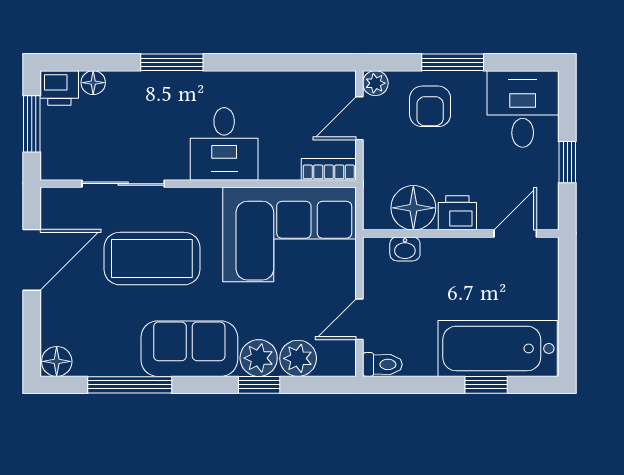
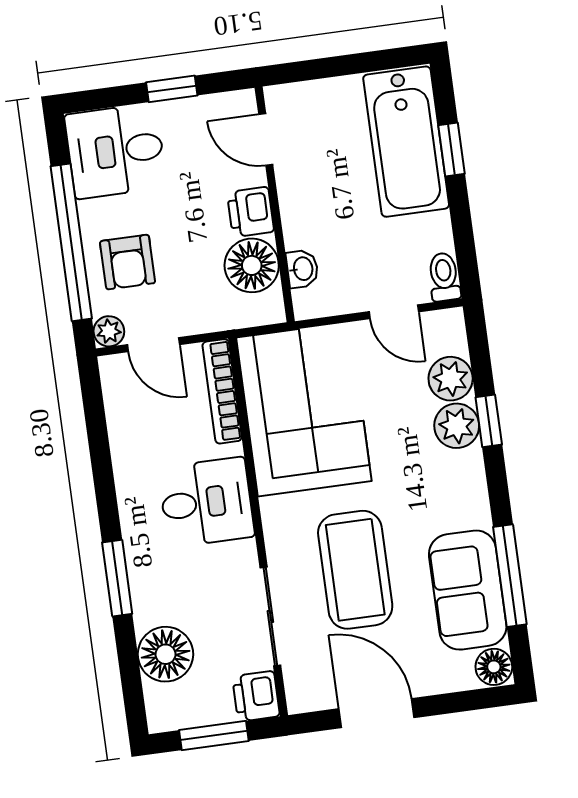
window: (453, 62) -> (71, 242), width x2.11
floor lamp: (93, 83) -> (166, 654), width x1.89, depth x1.89
printer: (59, 88) -> (256, 696), moved, turned 180
armchair: (430, 106) -> (128, 262), turned 90
bookcase: (329, 169) -> (222, 391), width x1.56
sofa: (189, 349) -> (468, 590), moved

